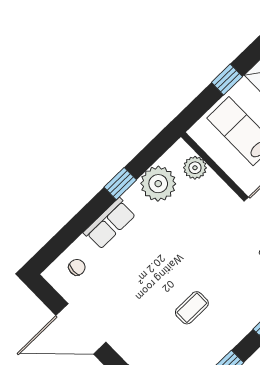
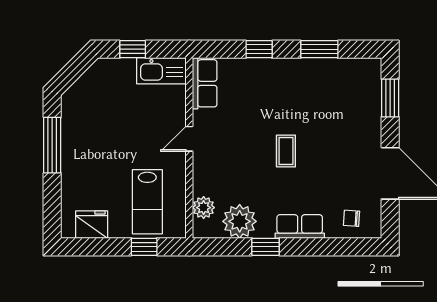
window: (227, 79) -> (144, 247), moved
coffee table: (192, 308) -> (286, 151), moved, turned 90

